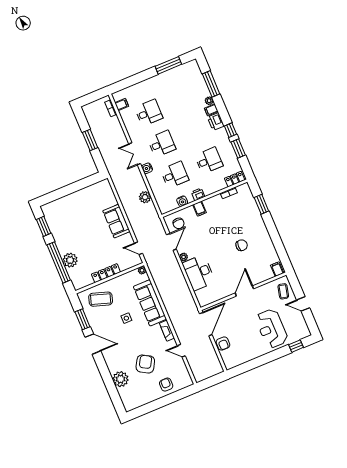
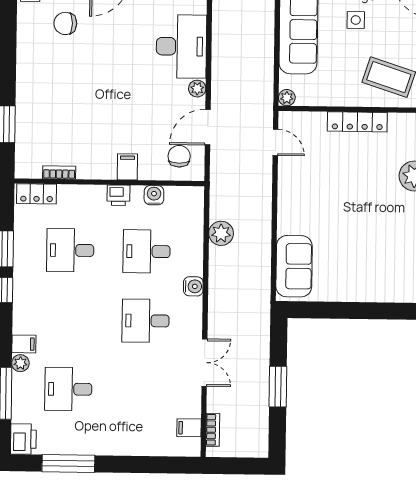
desk: (149, 113) -> (68, 389), moved
printer: (216, 122) -> (23, 439), moved
double door: (135, 154) -> (204, 363), moved
sofa: (116, 221) -> (294, 266), moved
chair: (242, 245) -> (65, 23), moved

